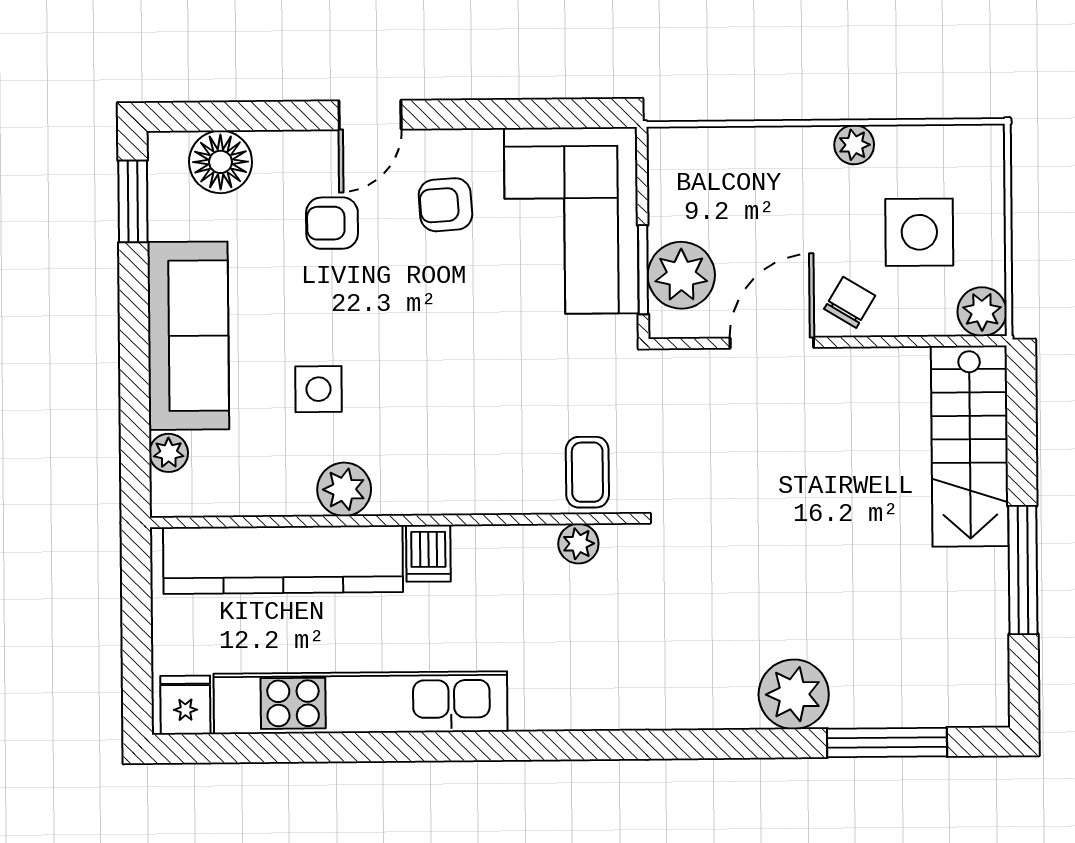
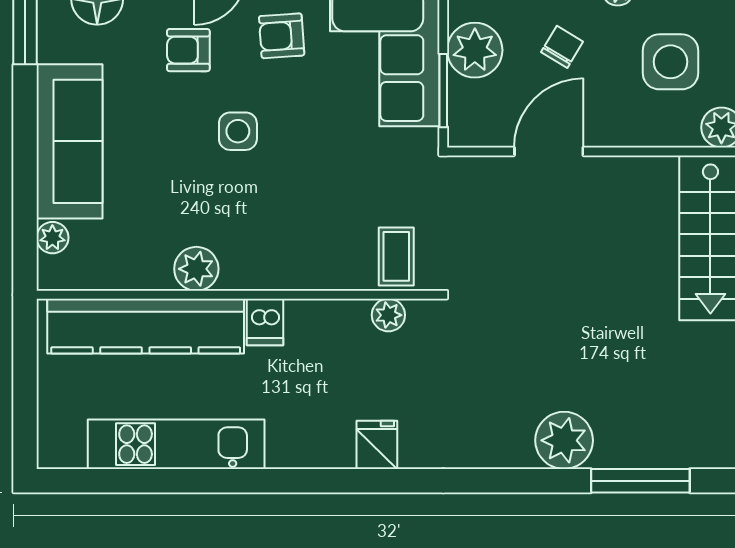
plant: (681, 275) -> (475, 50), moved
chair: (850, 302) -> (562, 47), moved
side table: (318, 389) -> (238, 131), moved
kitchen unit: (360, 703) -> (176, 444), width x0.73
fridge: (185, 705) -> (377, 445), moved

